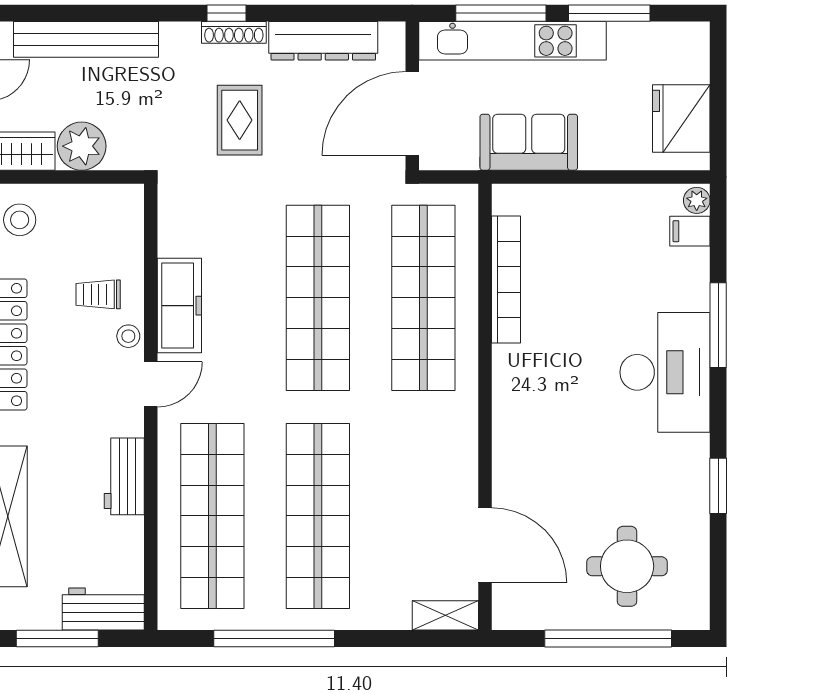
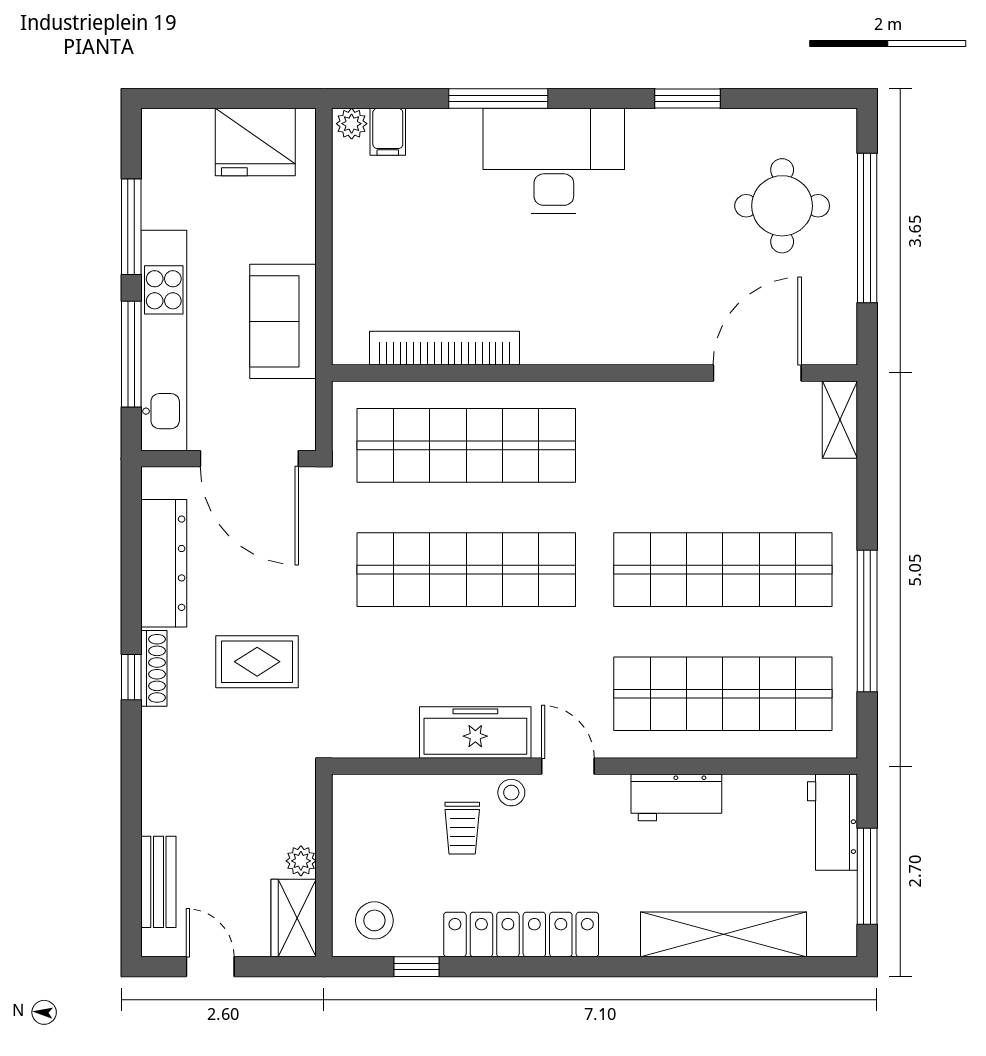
bench: (86, 39) -> (158, 882), width x0.54, depth x0.82
plant: (82, 146) -> (301, 861), width x0.53, depth x0.53

